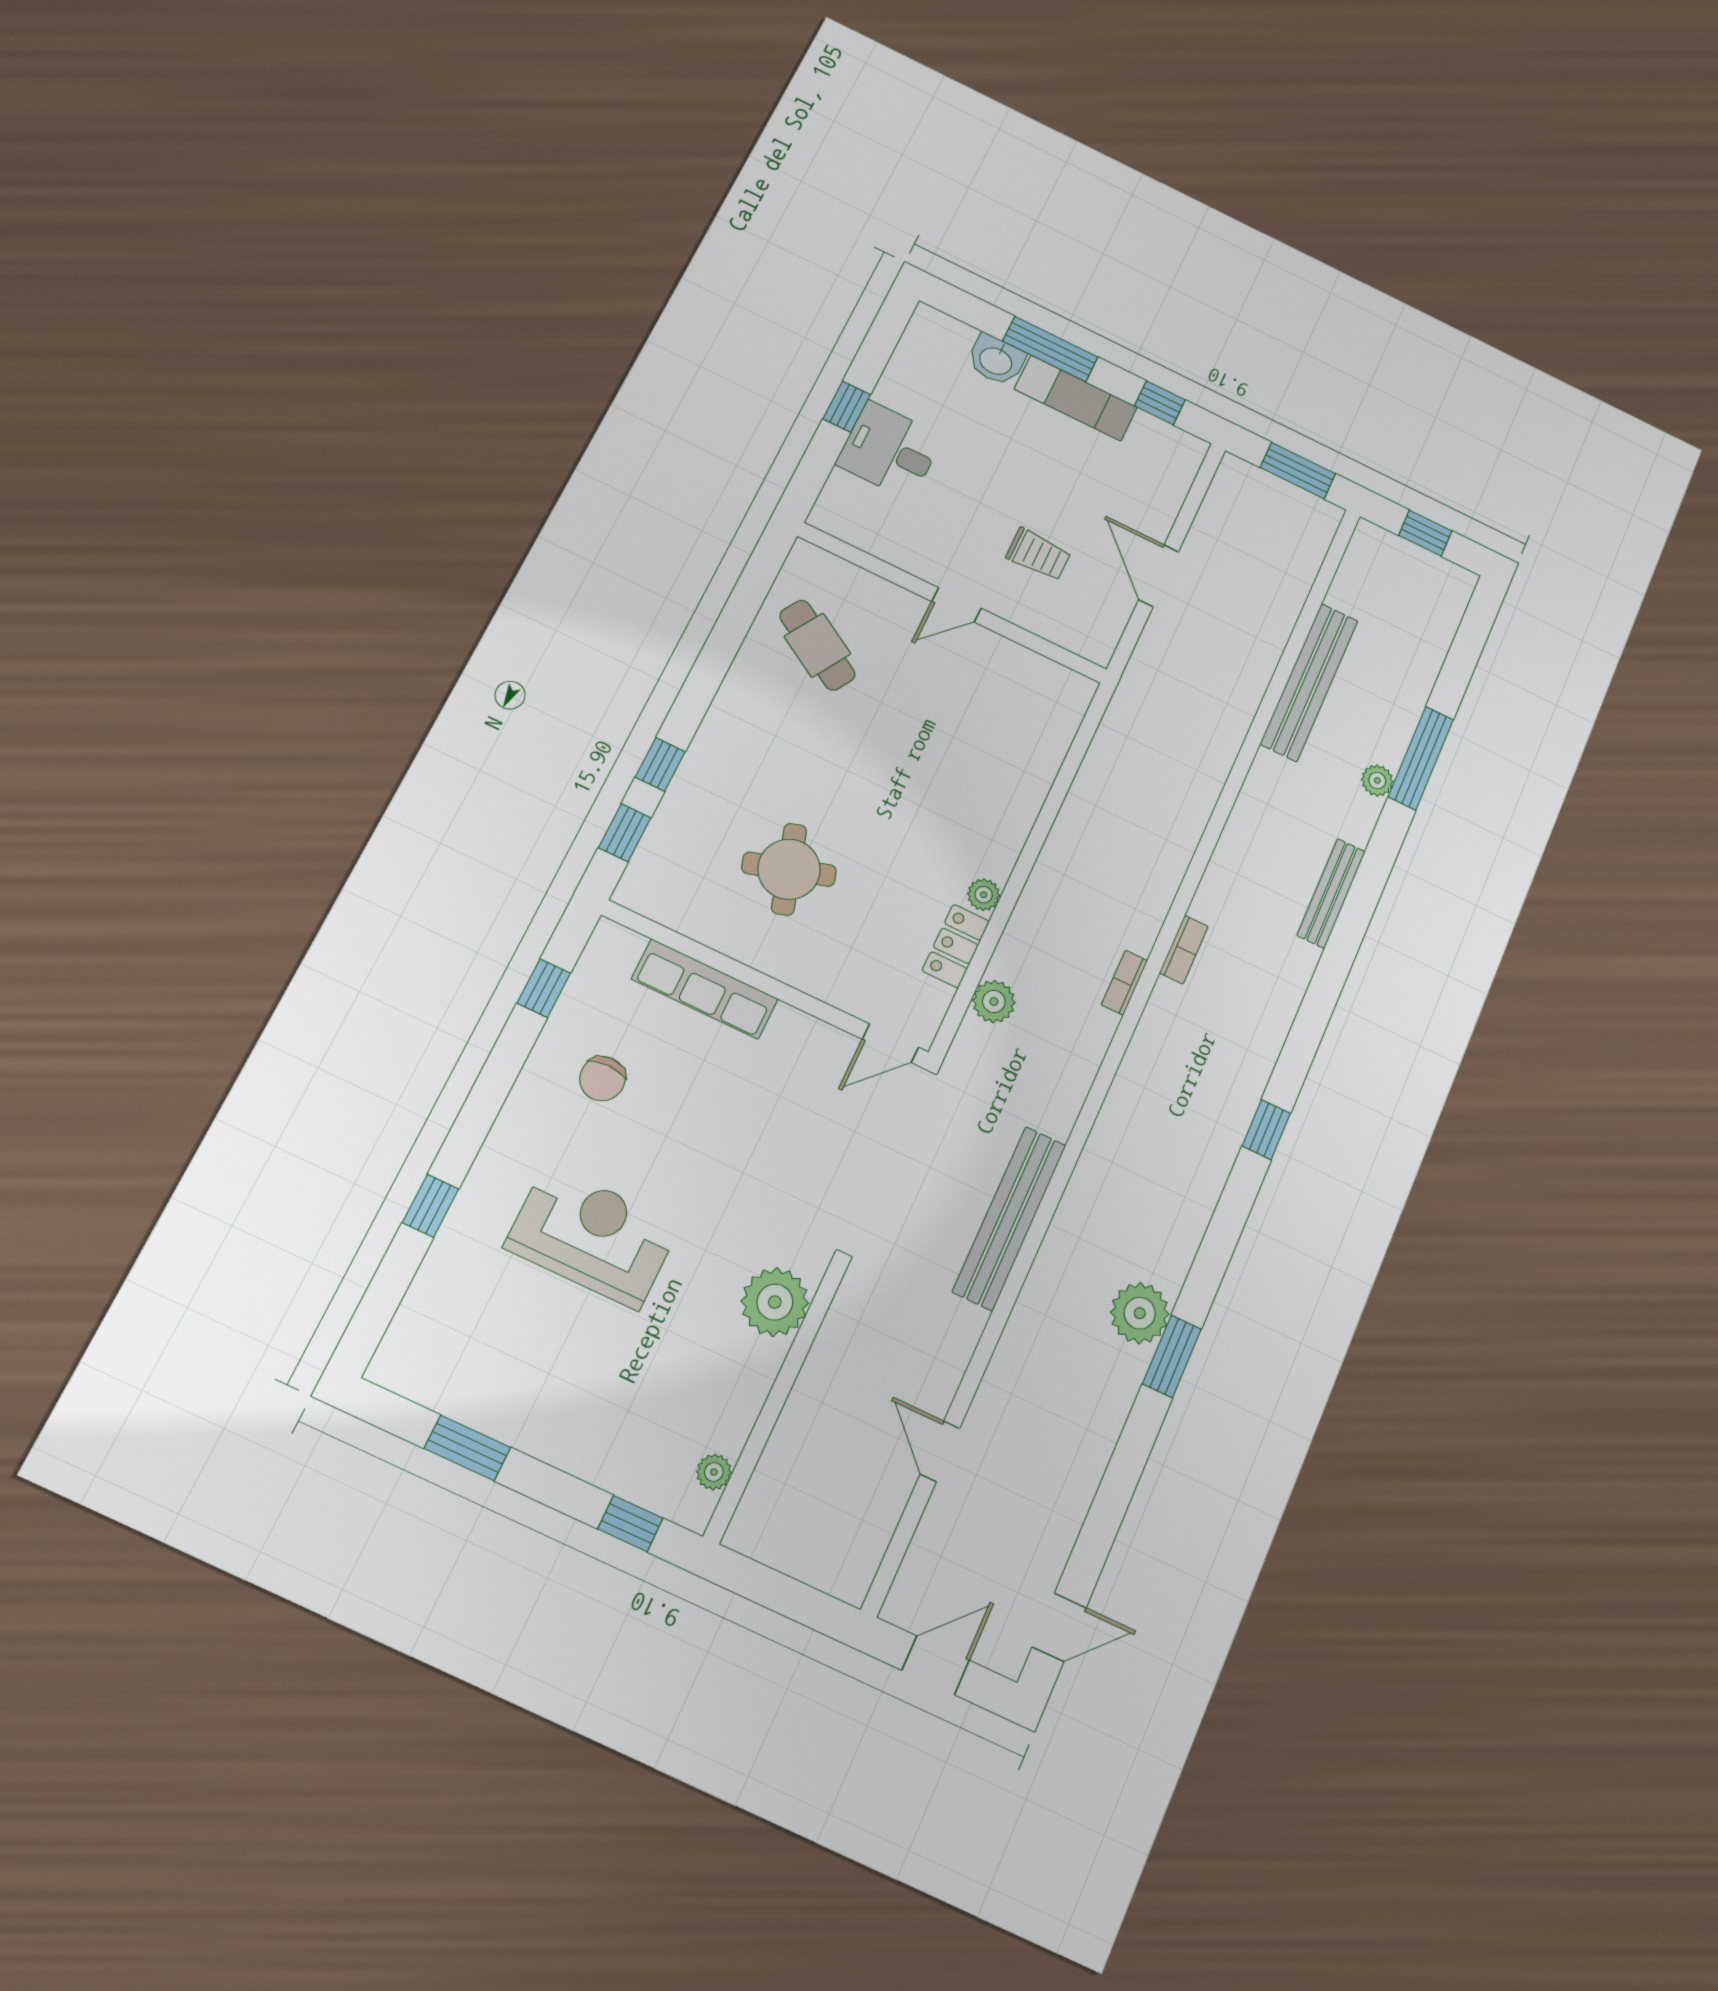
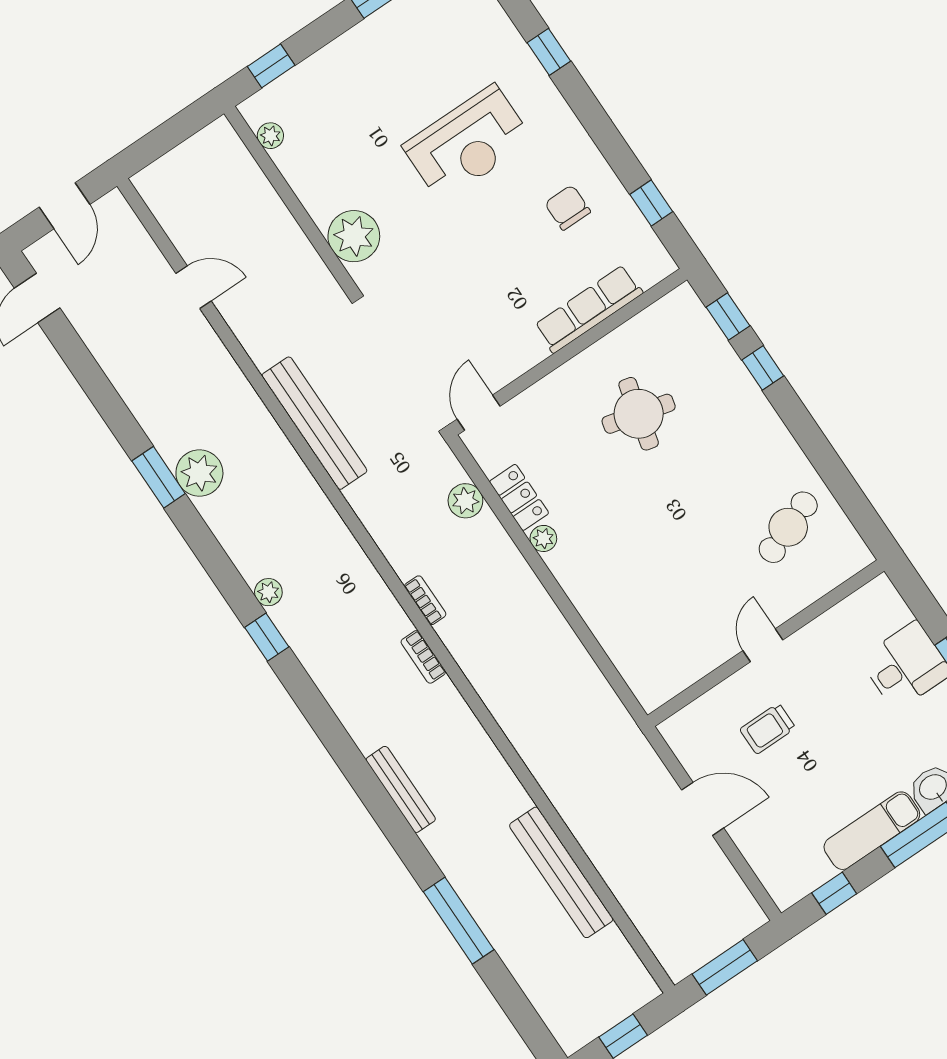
cafe table: (817, 645) -> (788, 527), turned -52
plant: (1377, 781) -> (268, 592), moved
round table: (789, 869) -> (639, 414), turned 31

